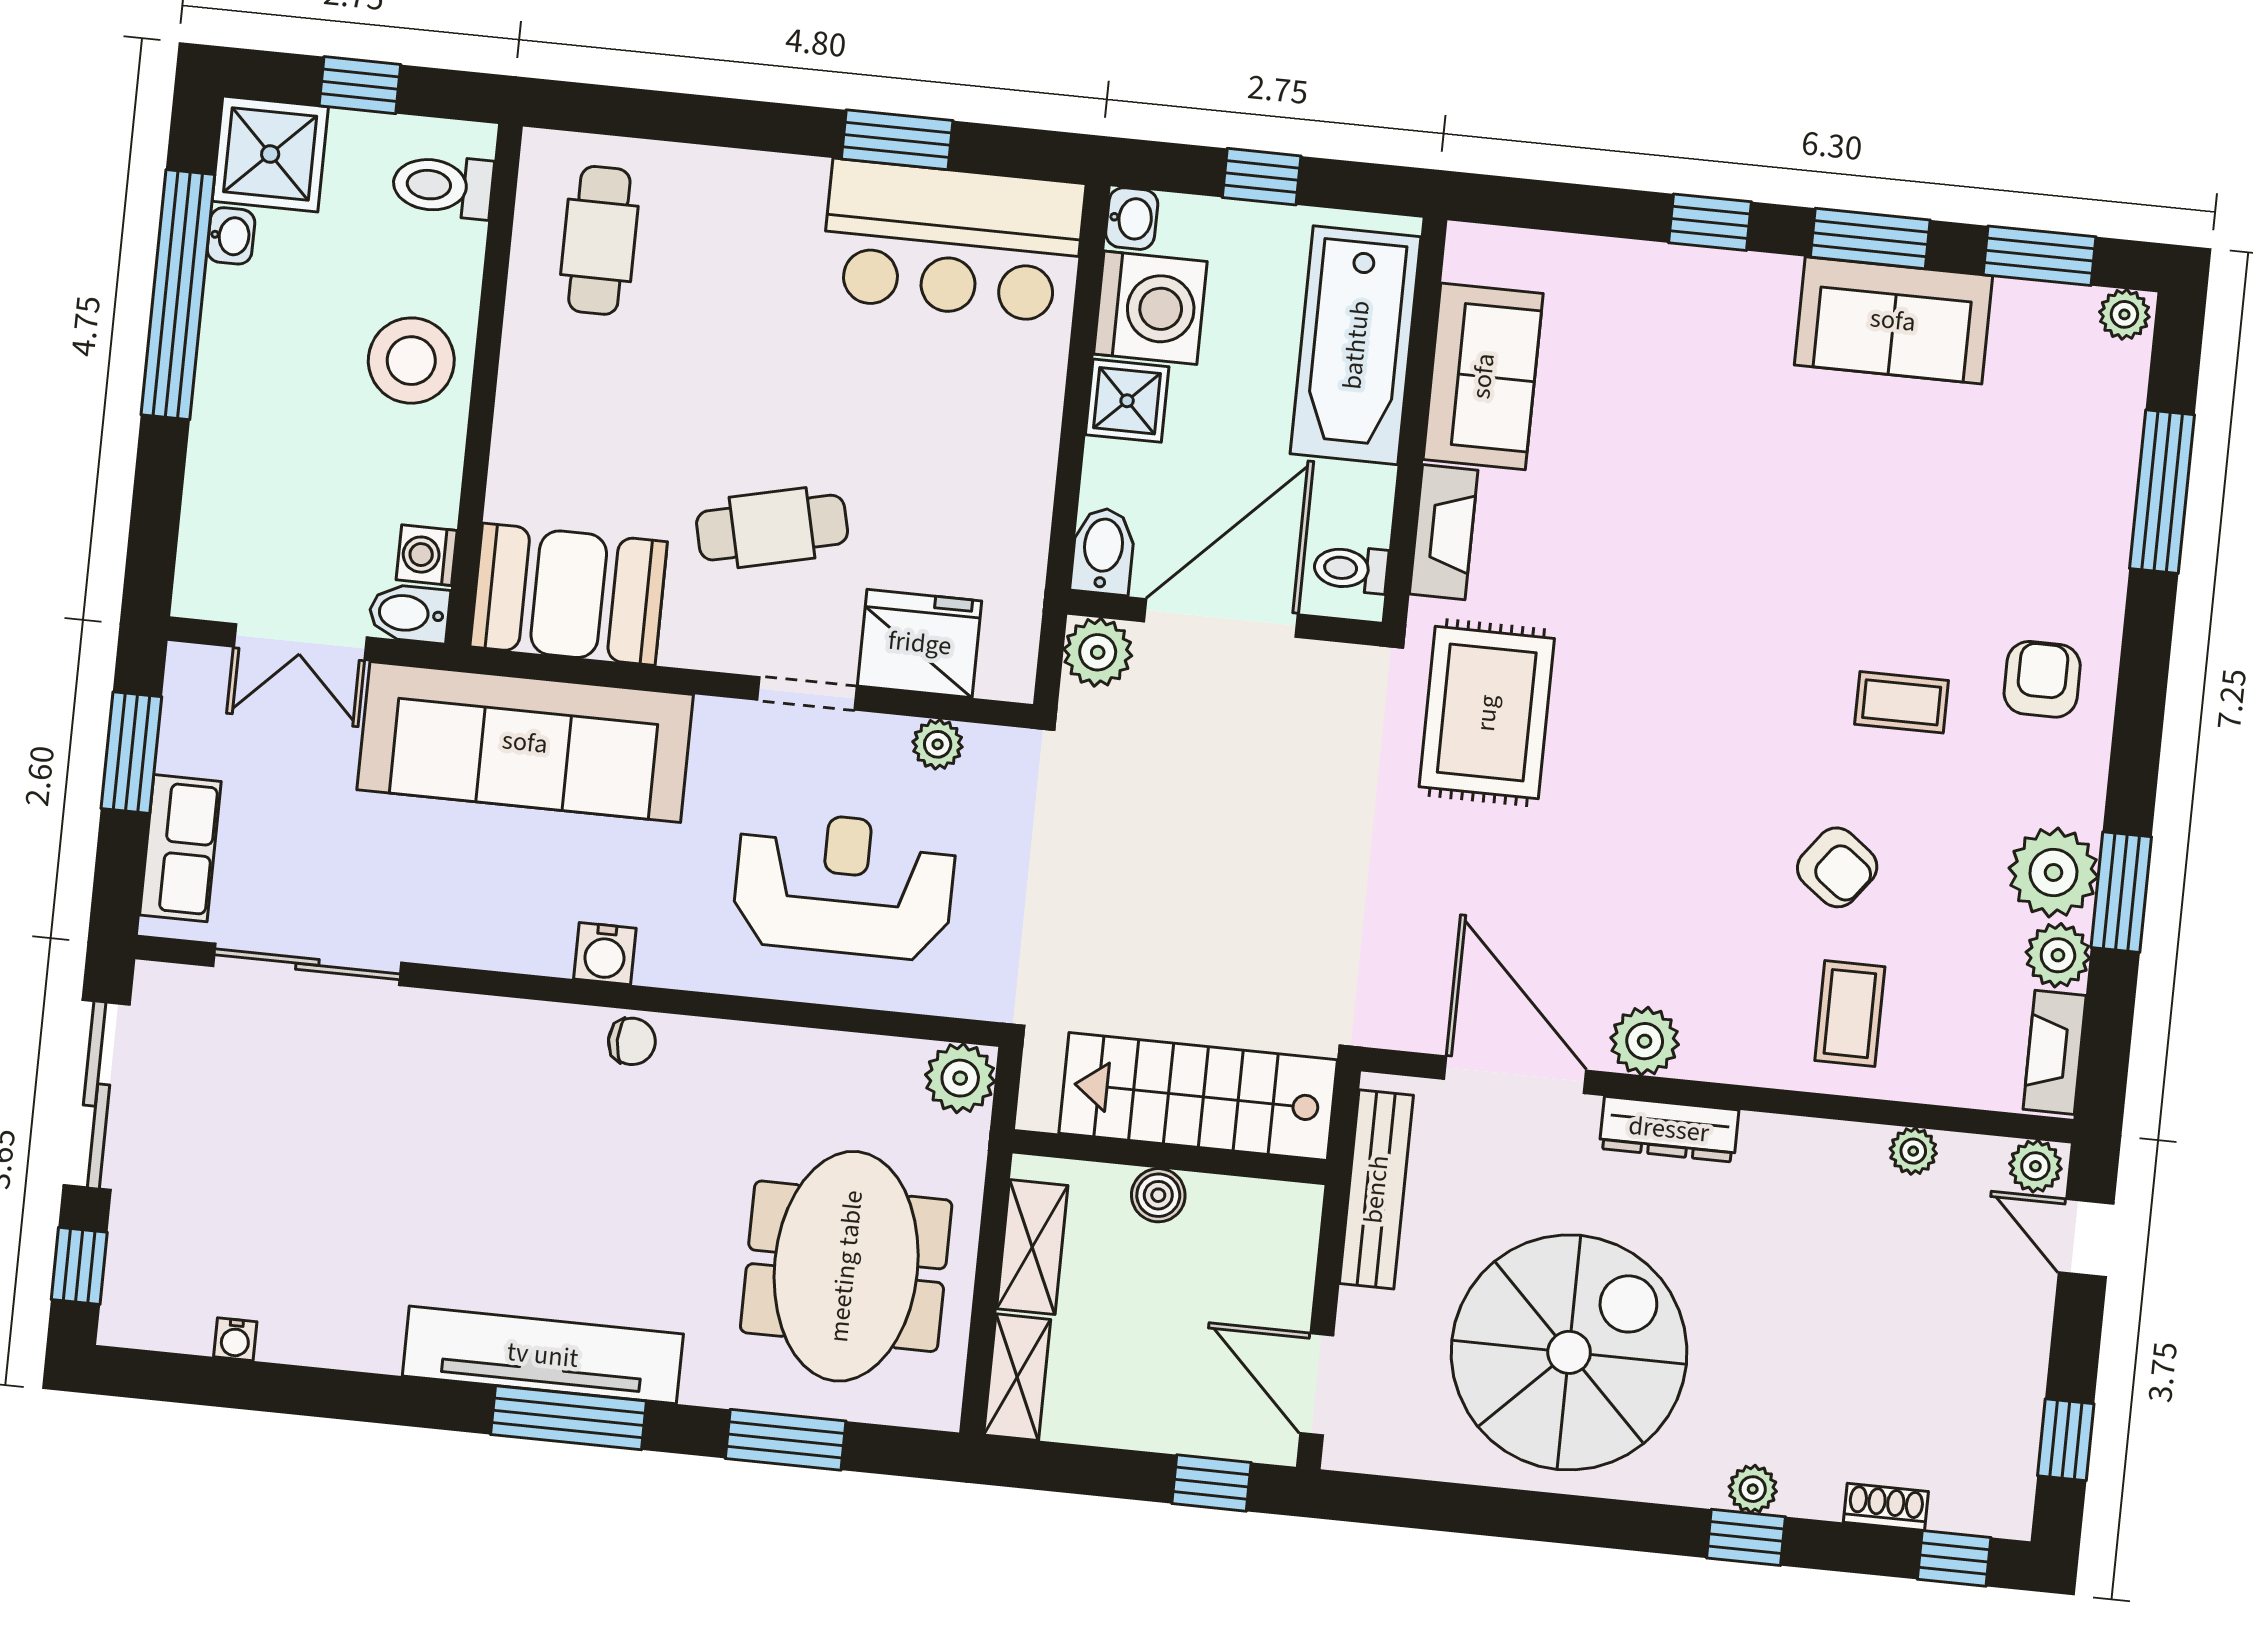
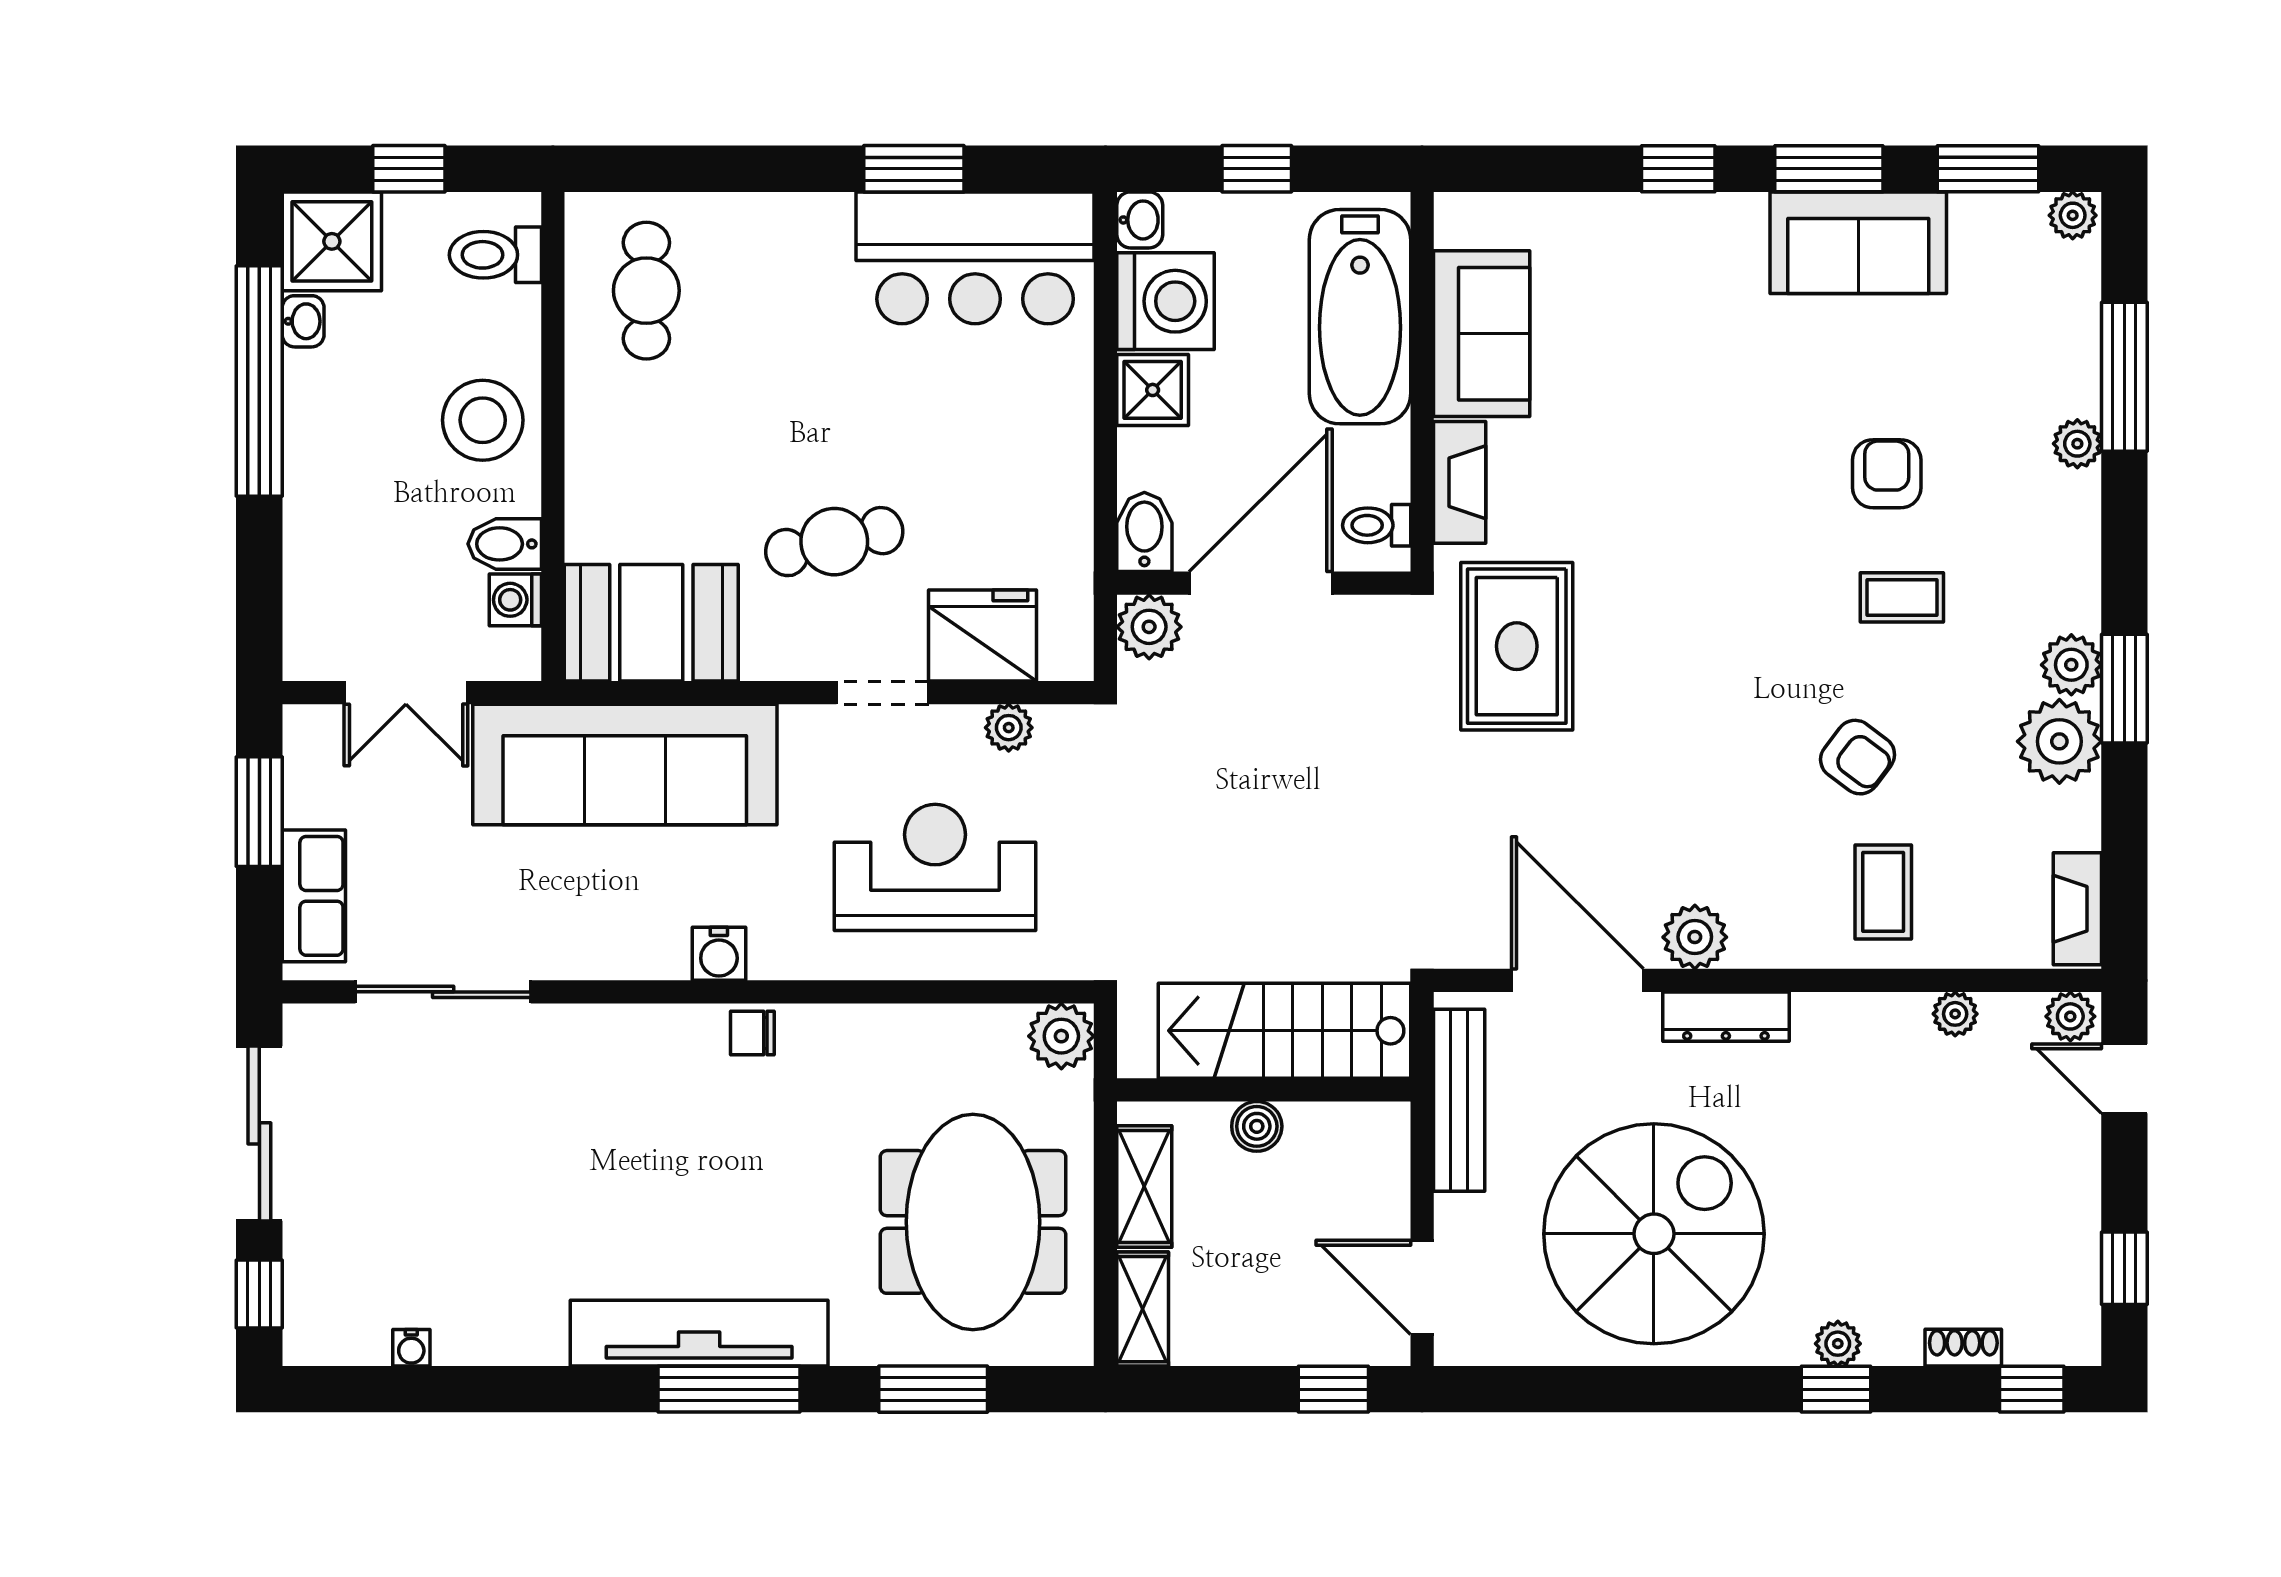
plant: (2105, 558) -> (2077, 444), added
bidet: (409, 613) -> (505, 544), moved
armchair: (2042, 679) -> (1887, 474), moved
window: (2121, 892) -> (2124, 689), moved
plant: (2058, 955) -> (2071, 665), moved
chair: (632, 1041) -> (752, 1033), turned 180

